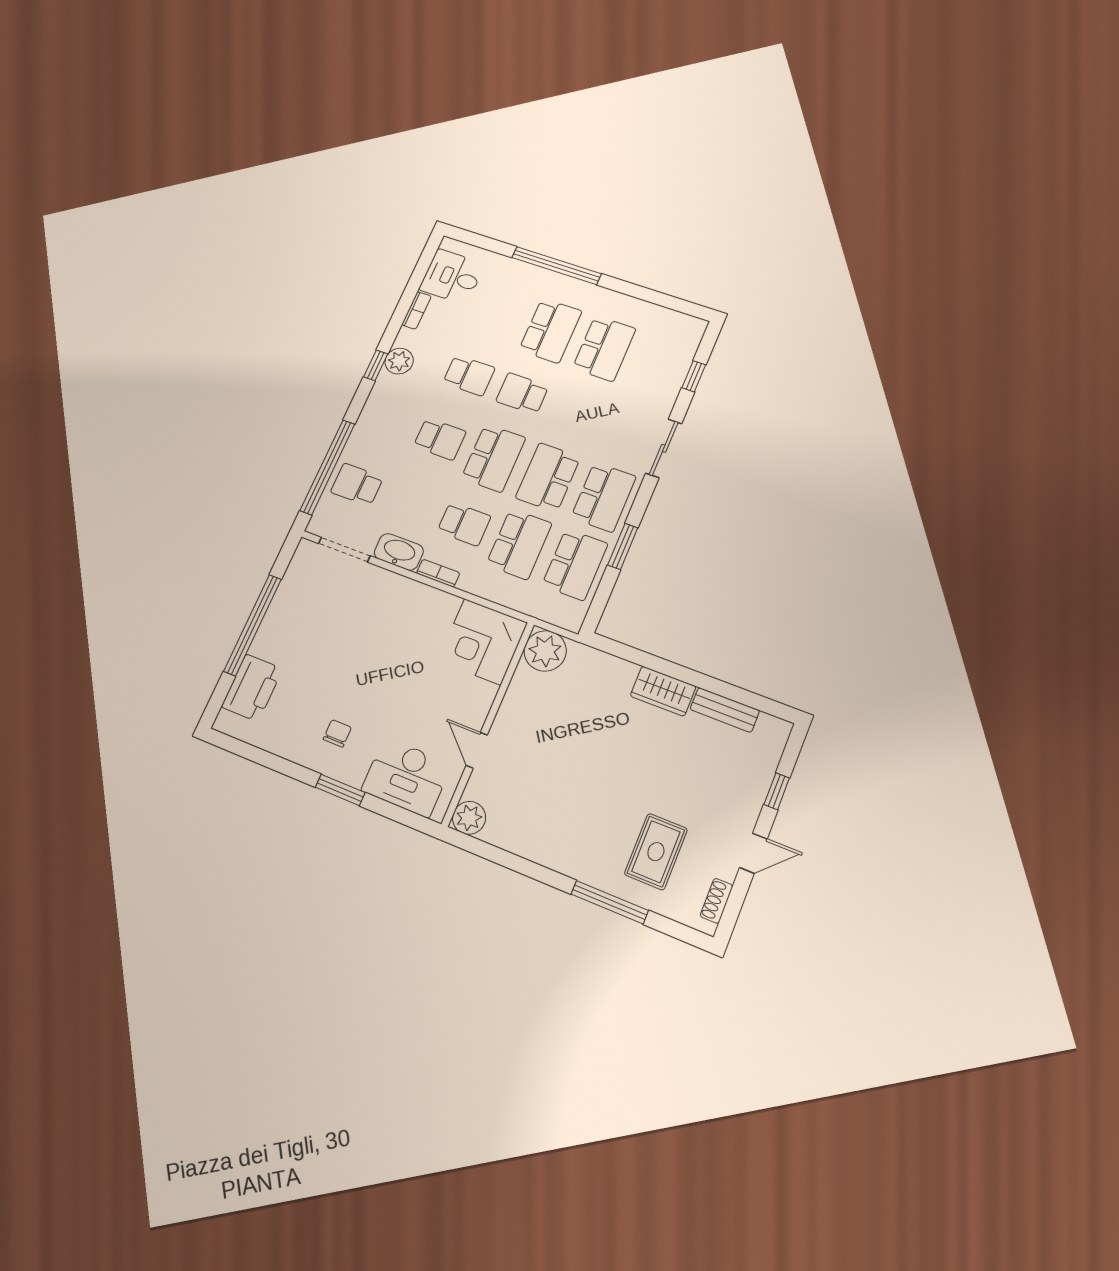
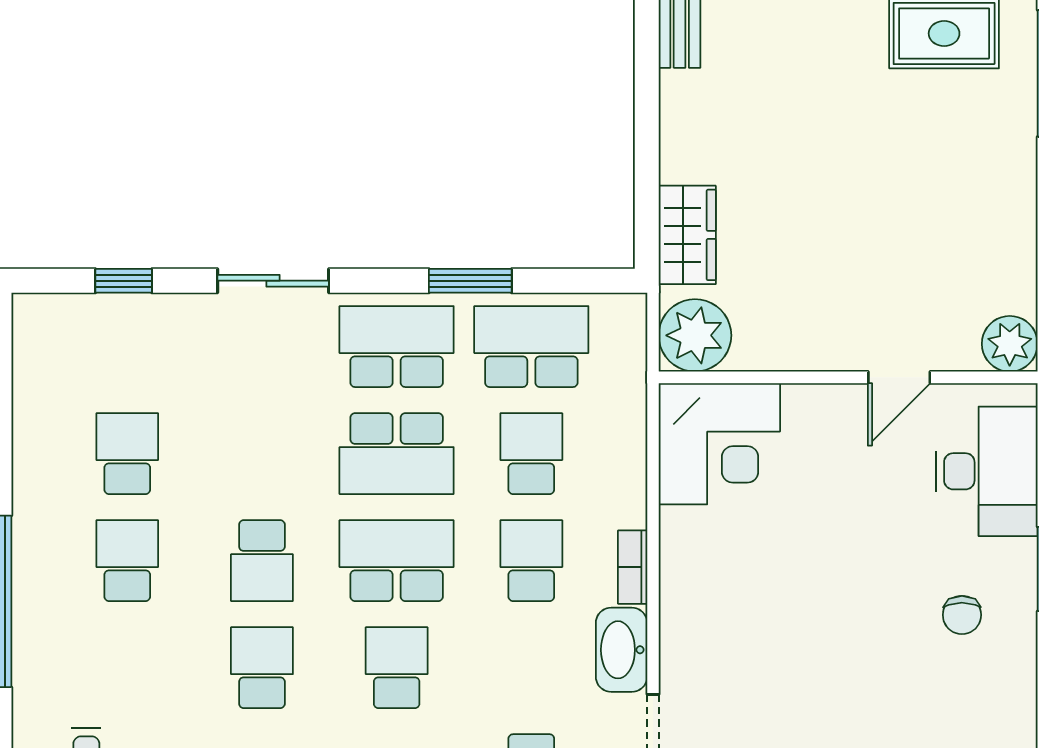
school desk: (550, 331) -> (127, 561), width x0.54
school desk: (604, 348) -> (127, 454), width x0.54
school desk: (519, 544) -> (531, 454), width x0.54
wardrobe: (663, 691) -> (687, 235), moved
chair: (337, 733) -> (962, 615), turned -90

